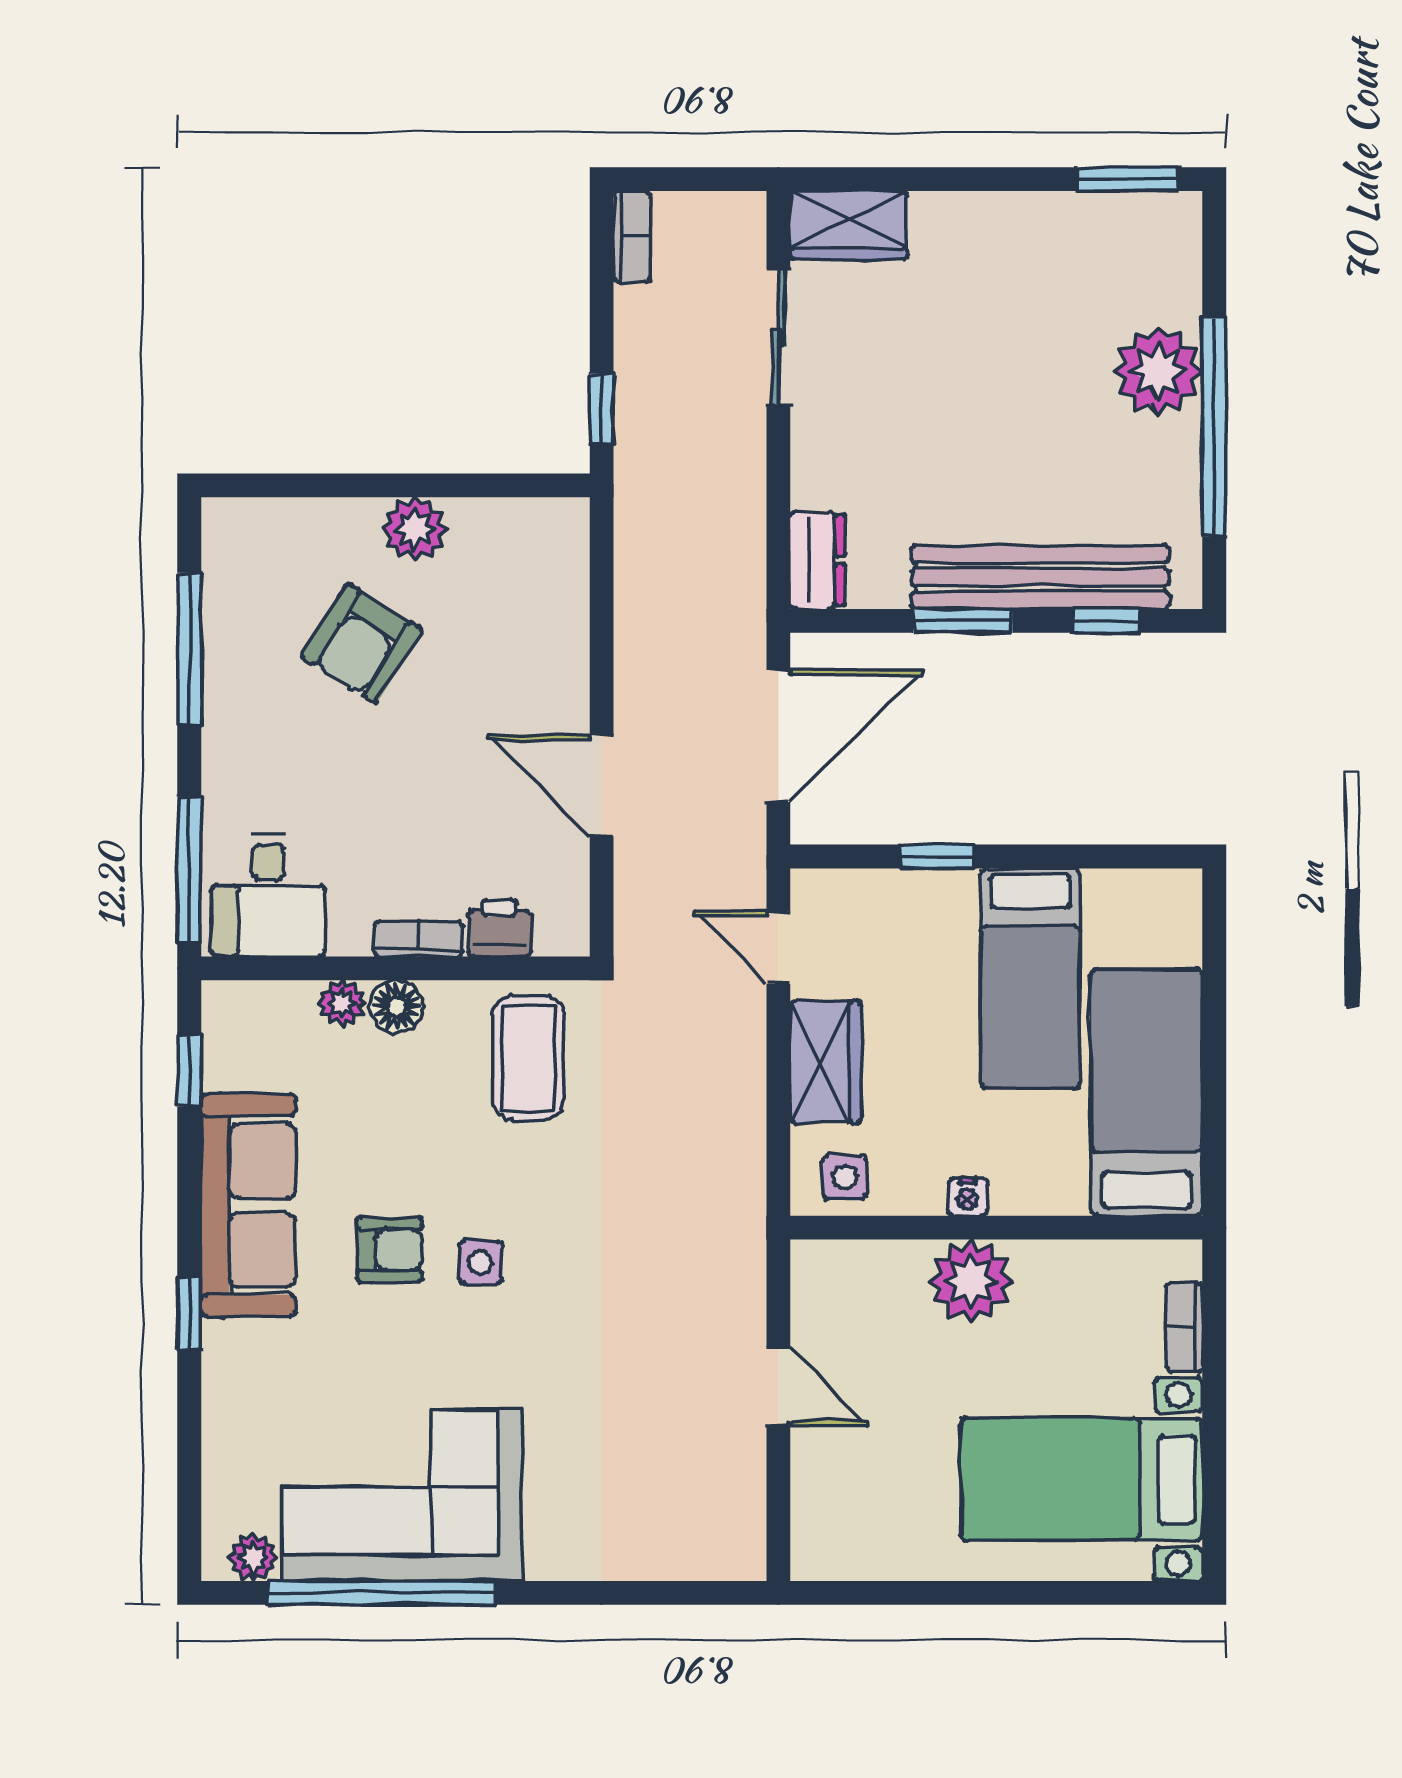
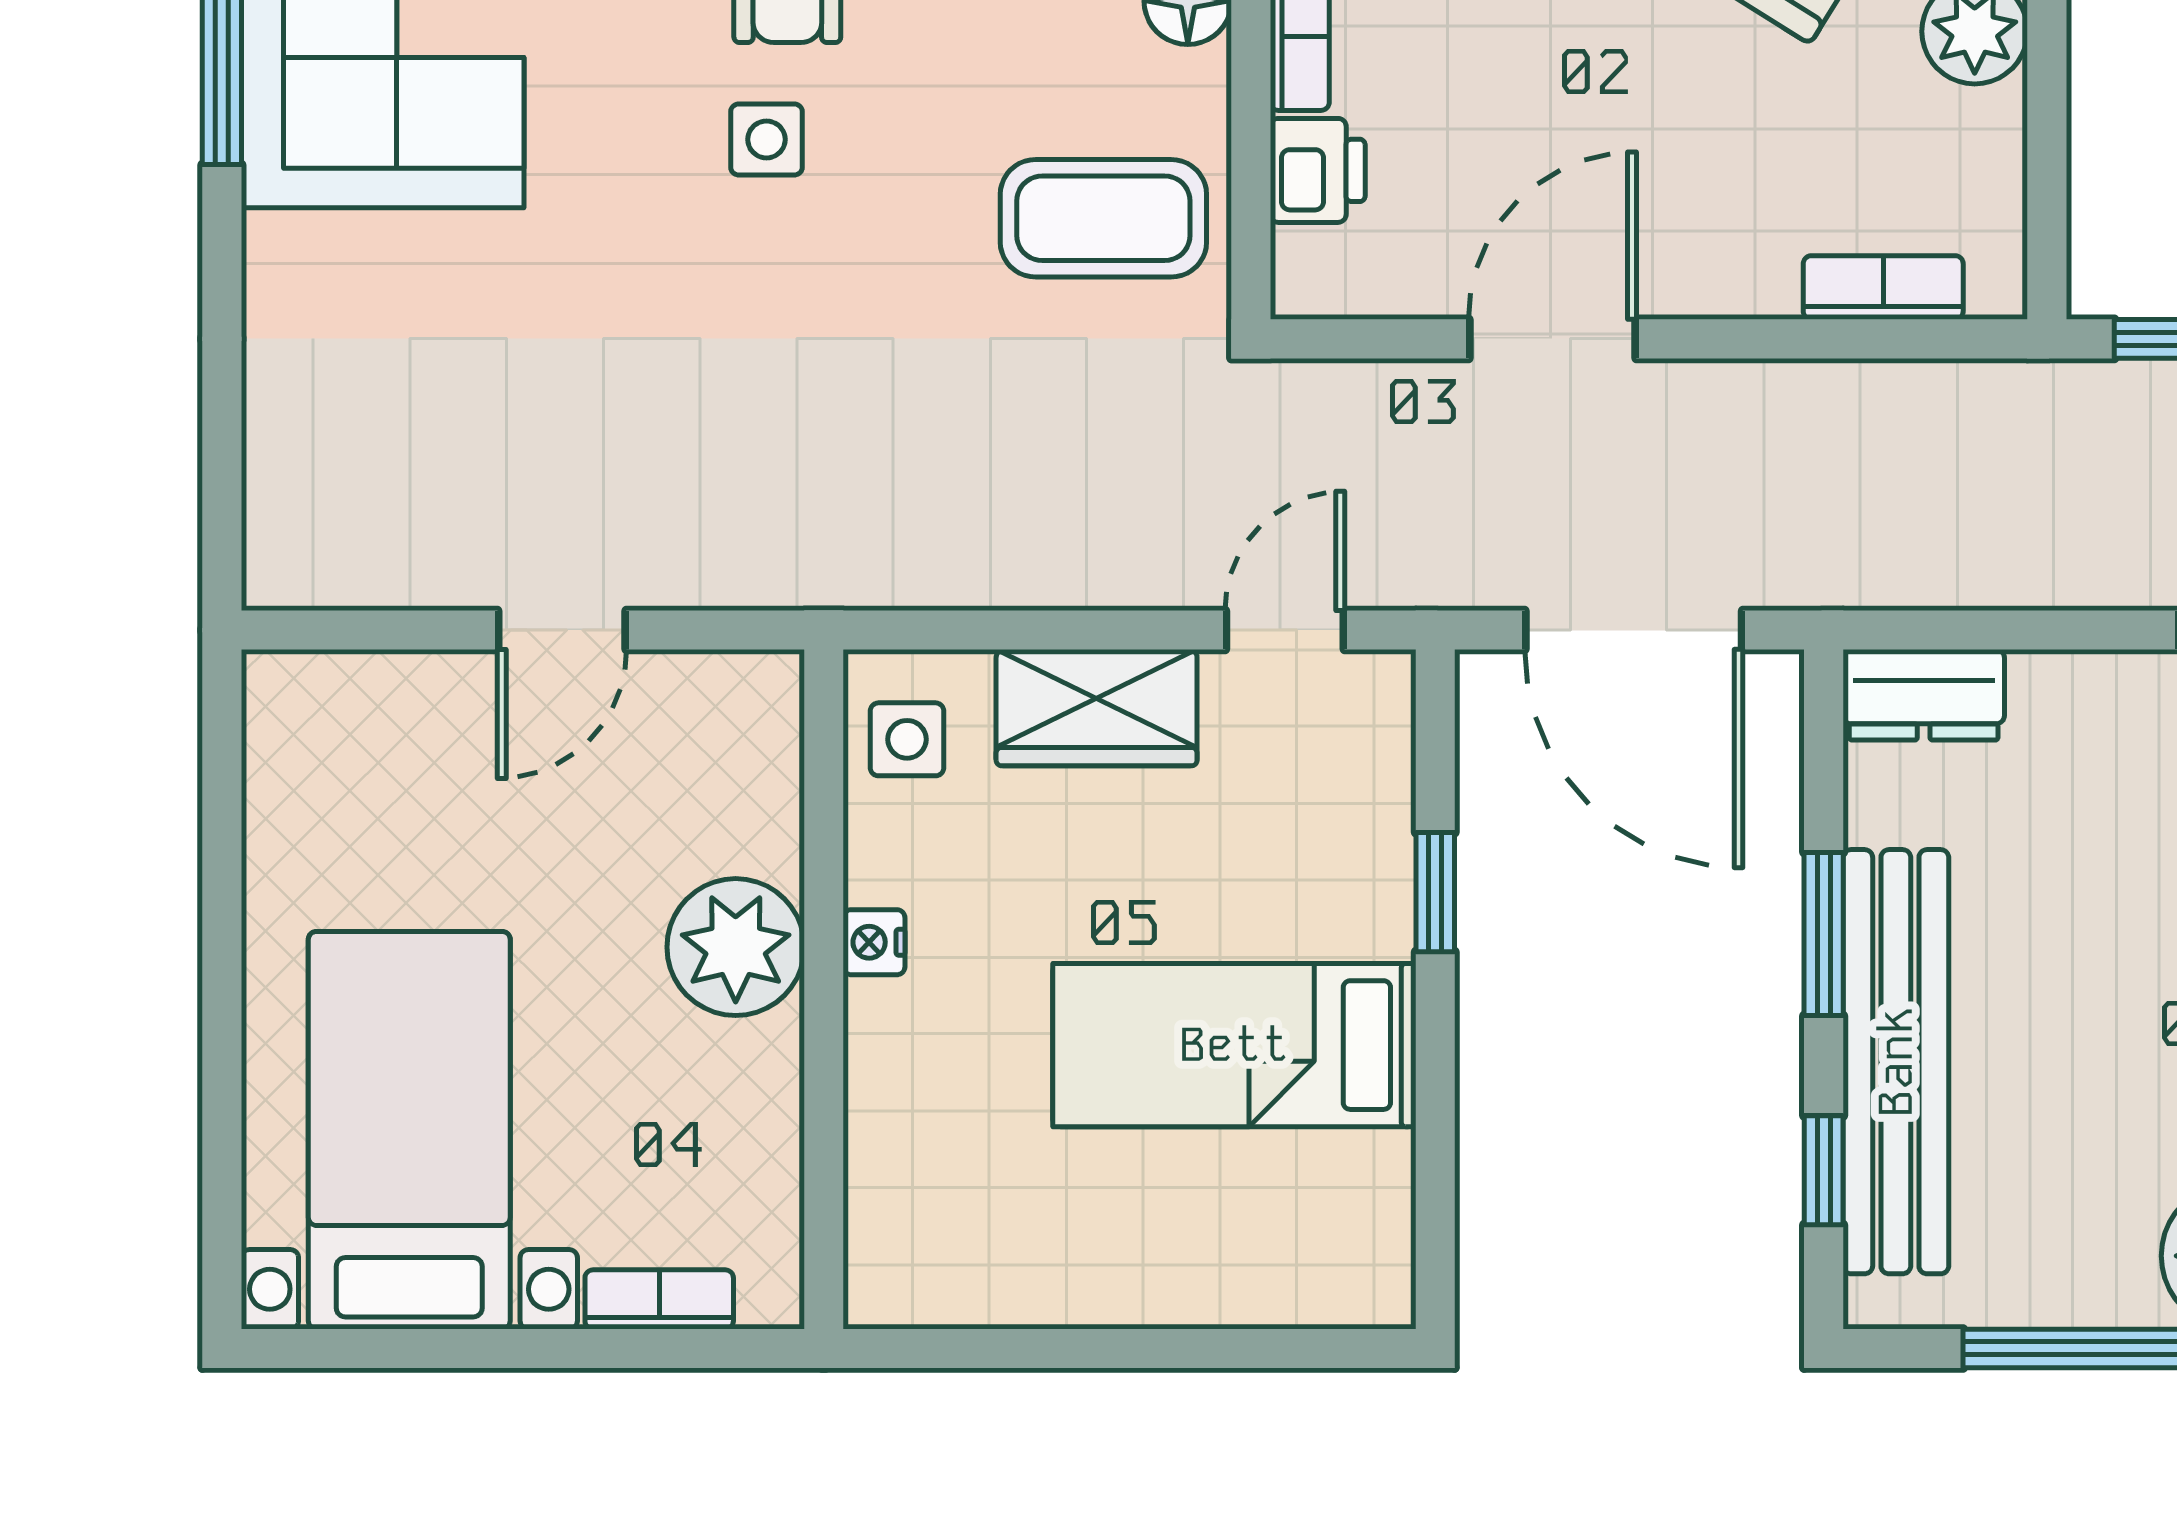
bookcase: (570, 585) -> (1883, 287), added
bed: (1147, 1092) -> (1046, 1238), removed

